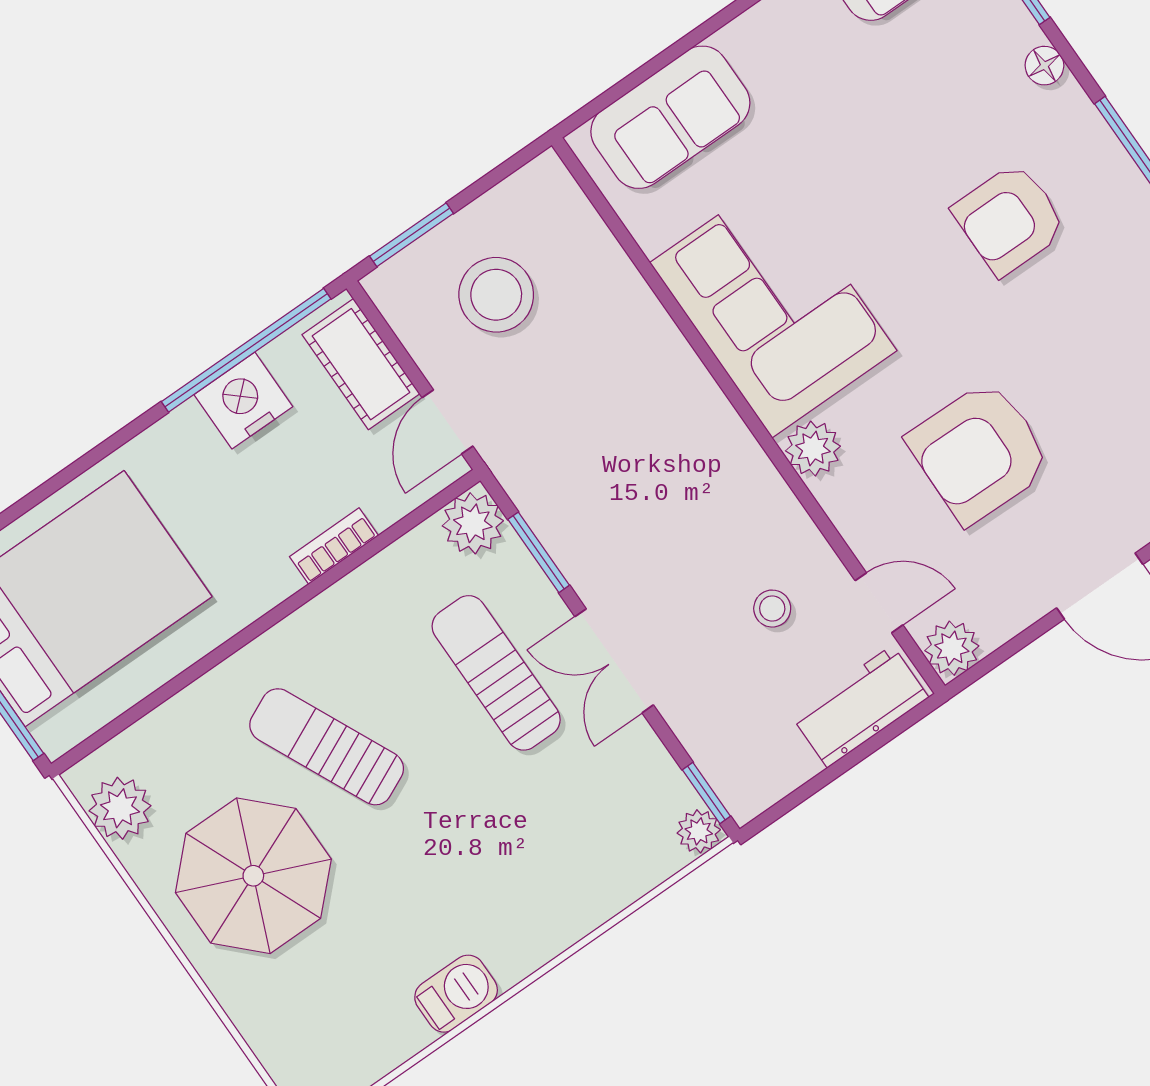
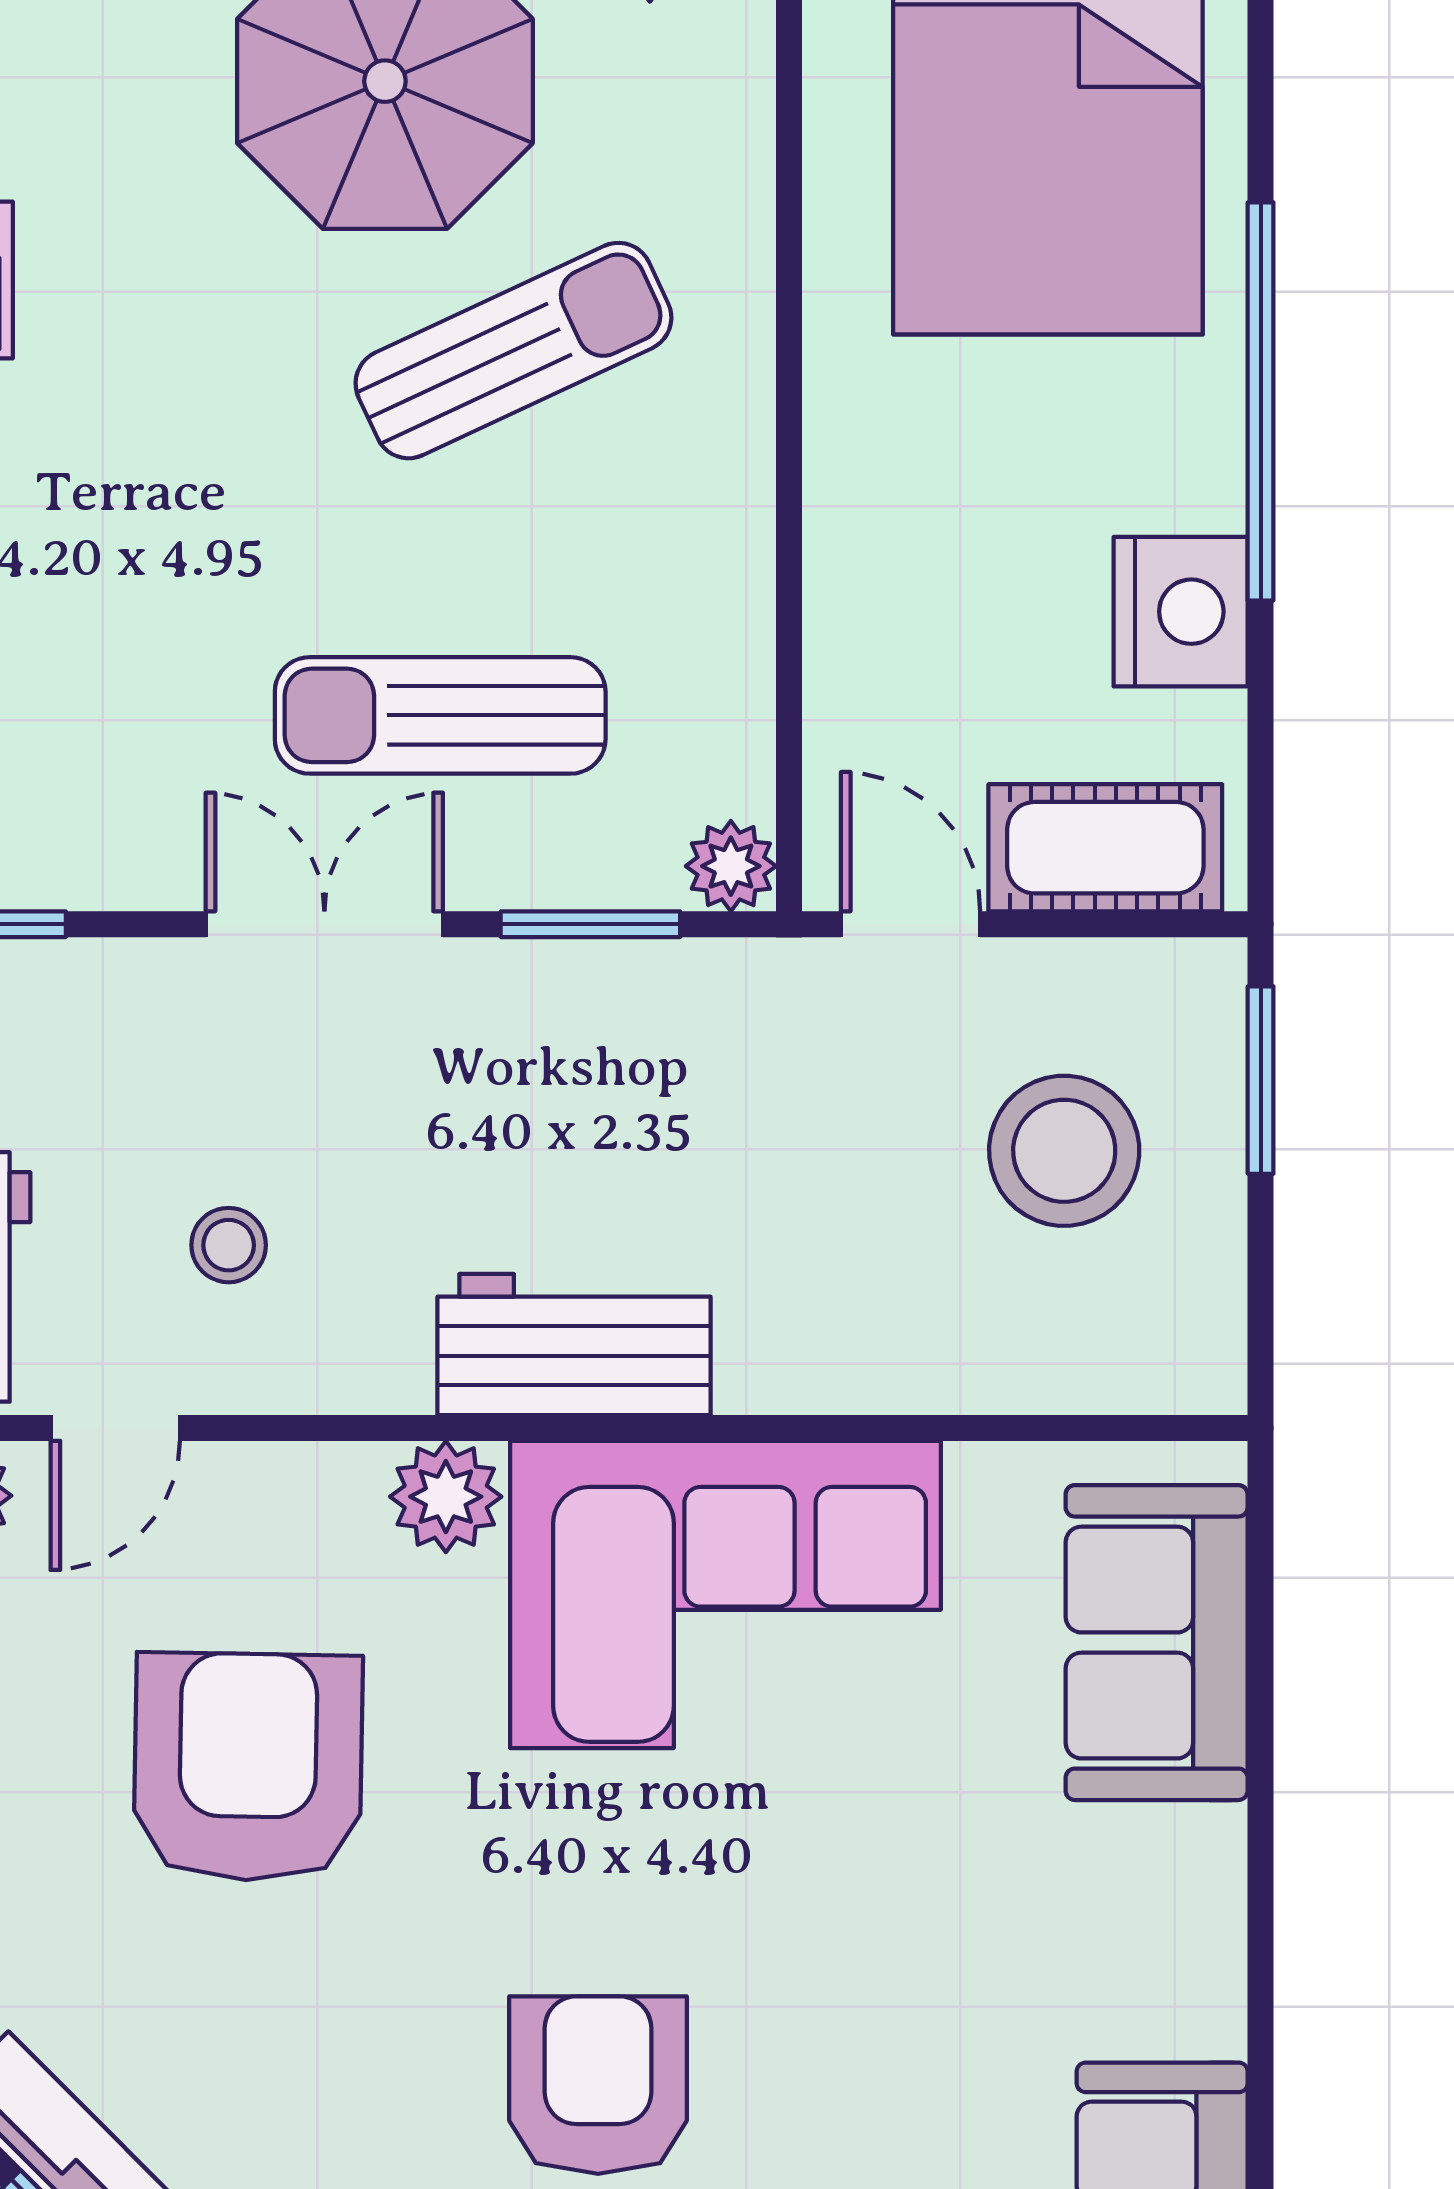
window: (246, 350) -> (1261, 401), moved
workbench: (715, 439) -> (574, 1344), added
plant: (473, 523) -> (731, 866), width x0.73, depth x0.73
bookcase: (334, 546) -> (836, 594), removed
sun lounger: (496, 673) -> (440, 715), turned 180

